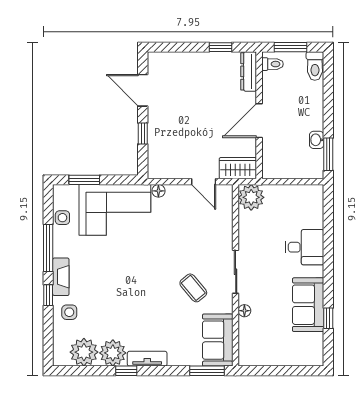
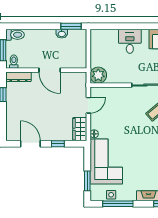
door: (143, 90) -> (30, 144), swing flipped
wardrobe: (238, 168) -> (80, 129), moved
window: (48, 248) -> (118, 204), moved

